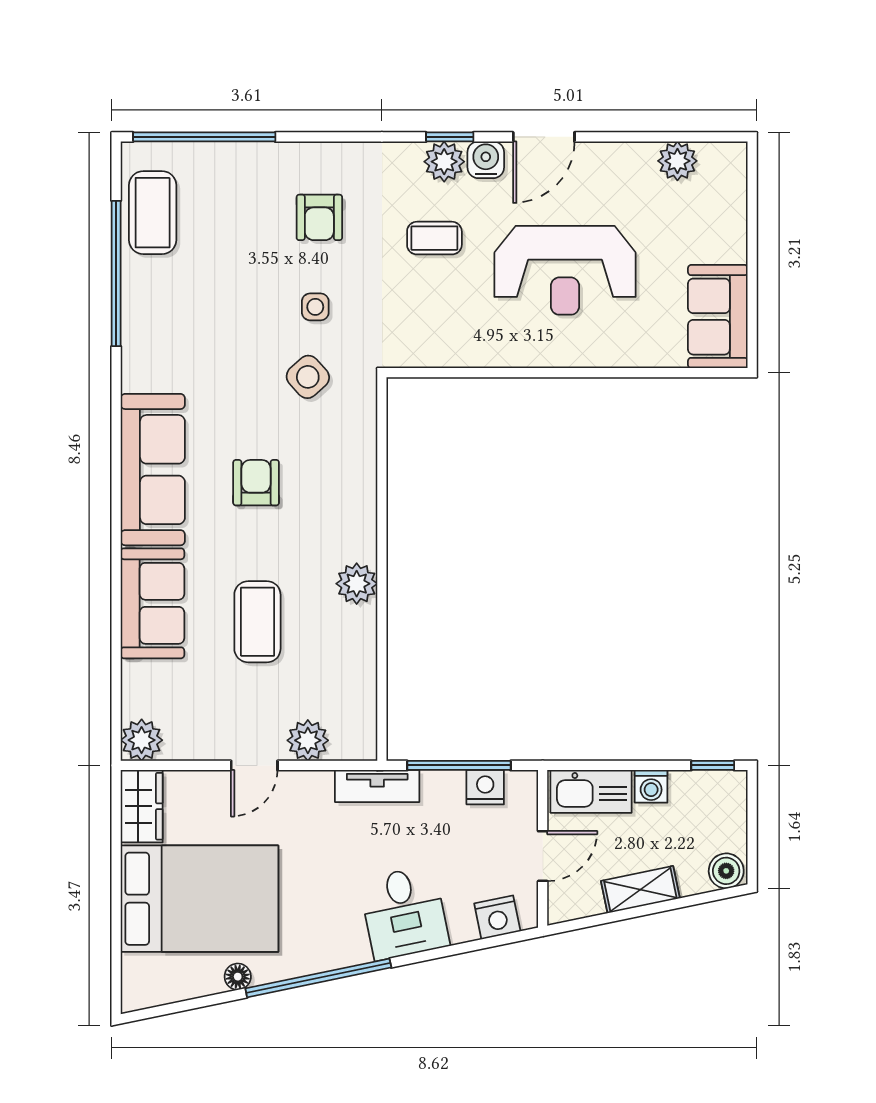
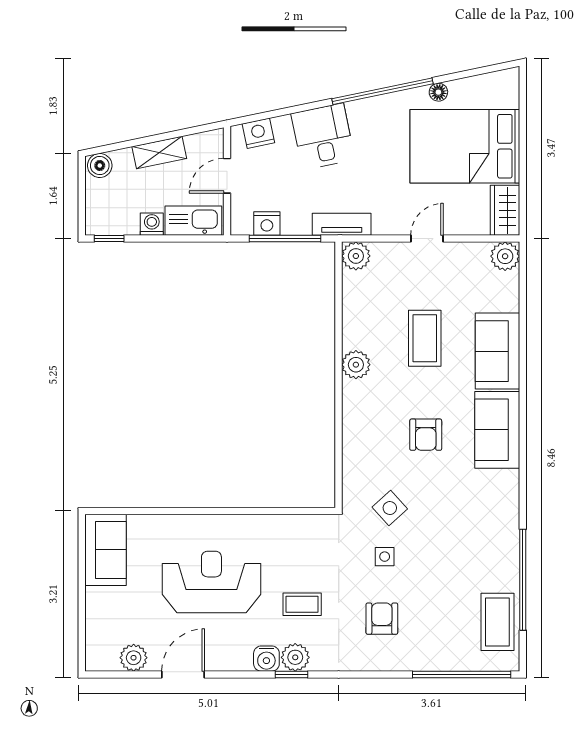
door: (544, 137) -> (183, 674), moved
sofa: (153, 470) -> (497, 430), width x0.73
plant: (308, 740) -> (356, 256), moved

